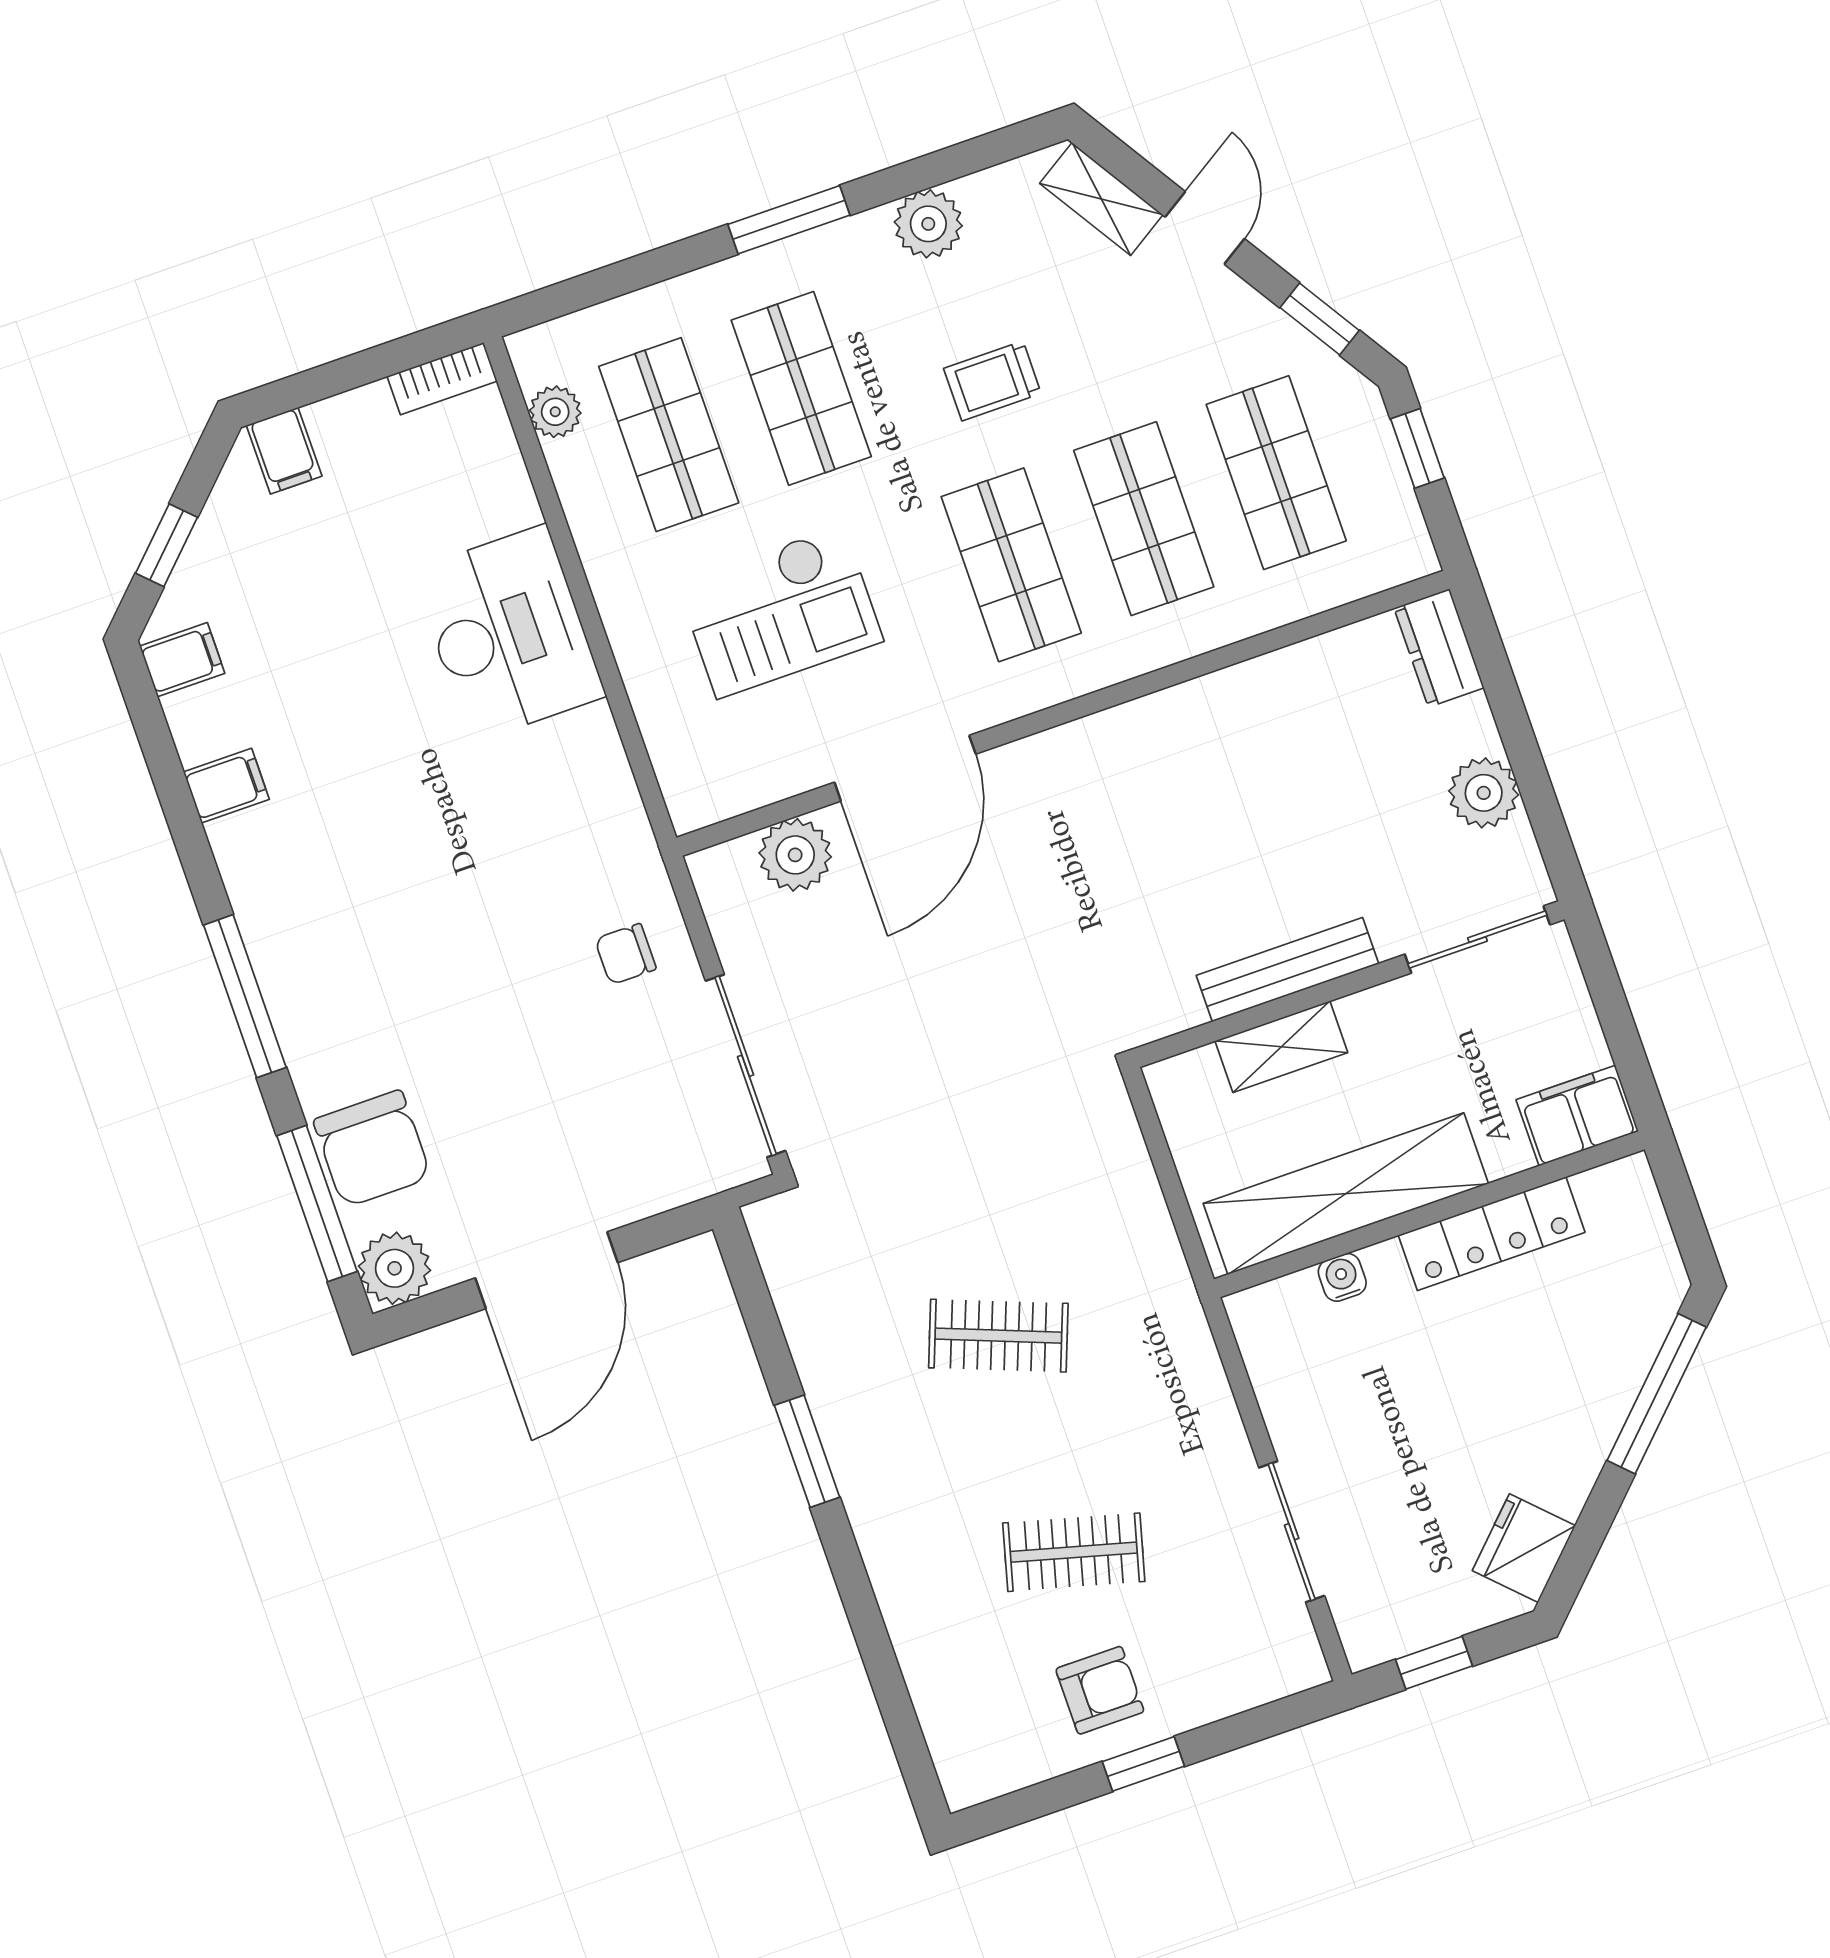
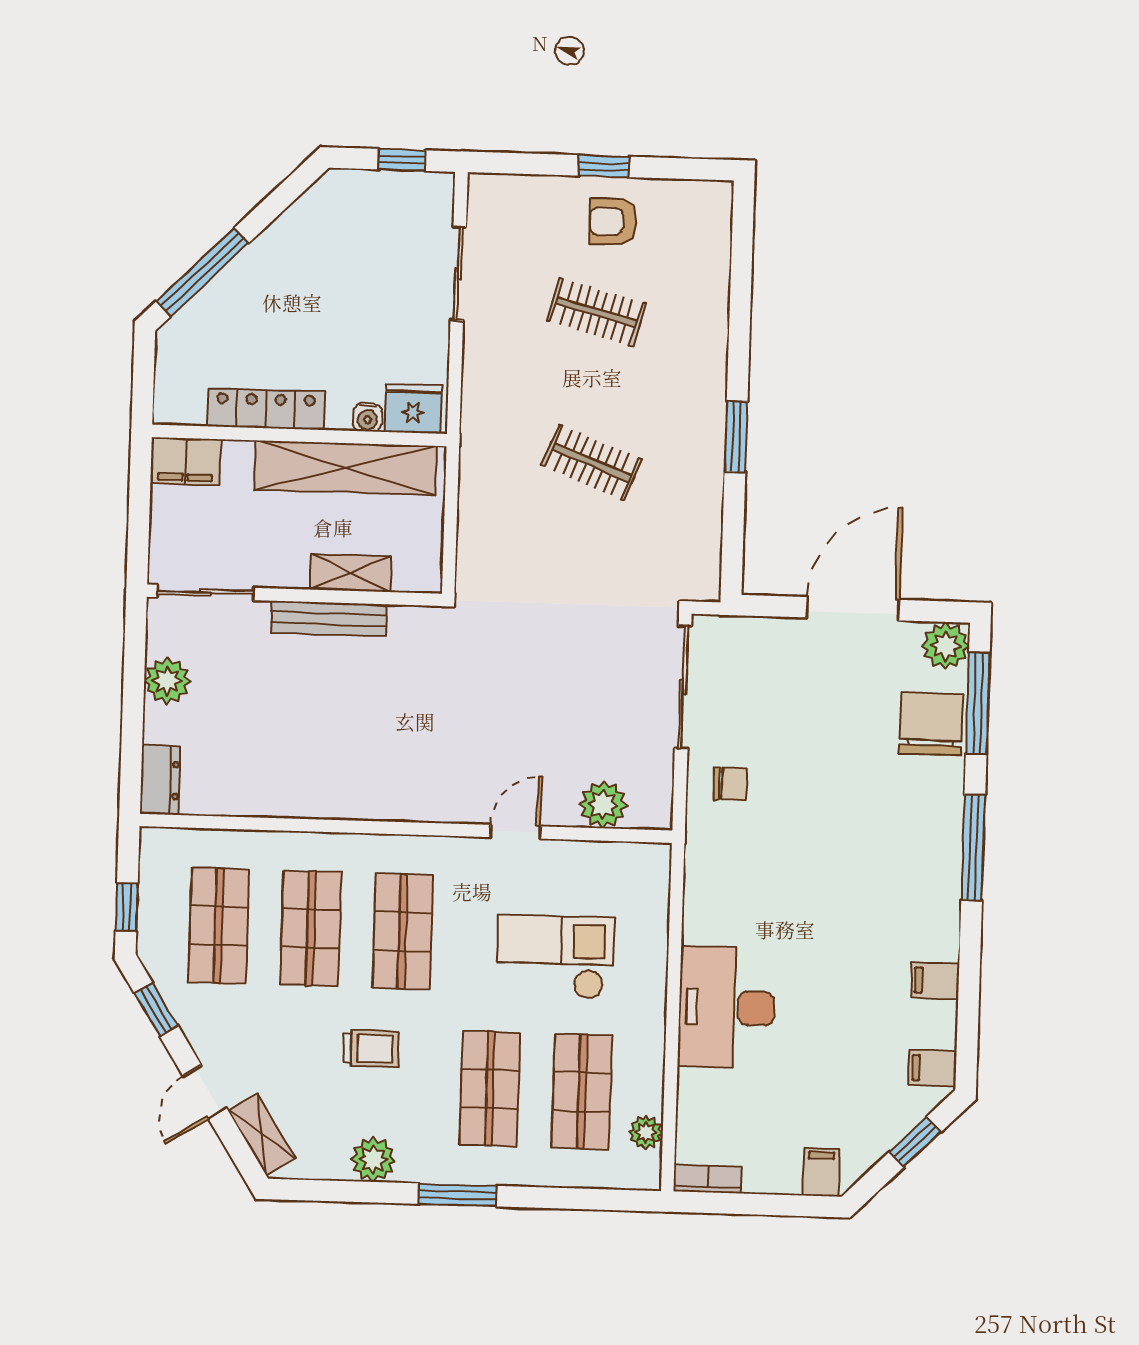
door: (905, 768) -> (515, 832), width x0.53
fridge: (1524, 1548) -> (413, 409), moved, turned -135

